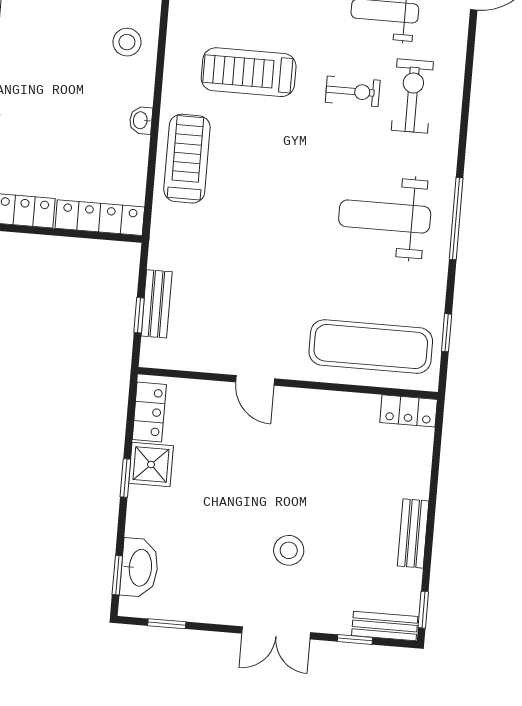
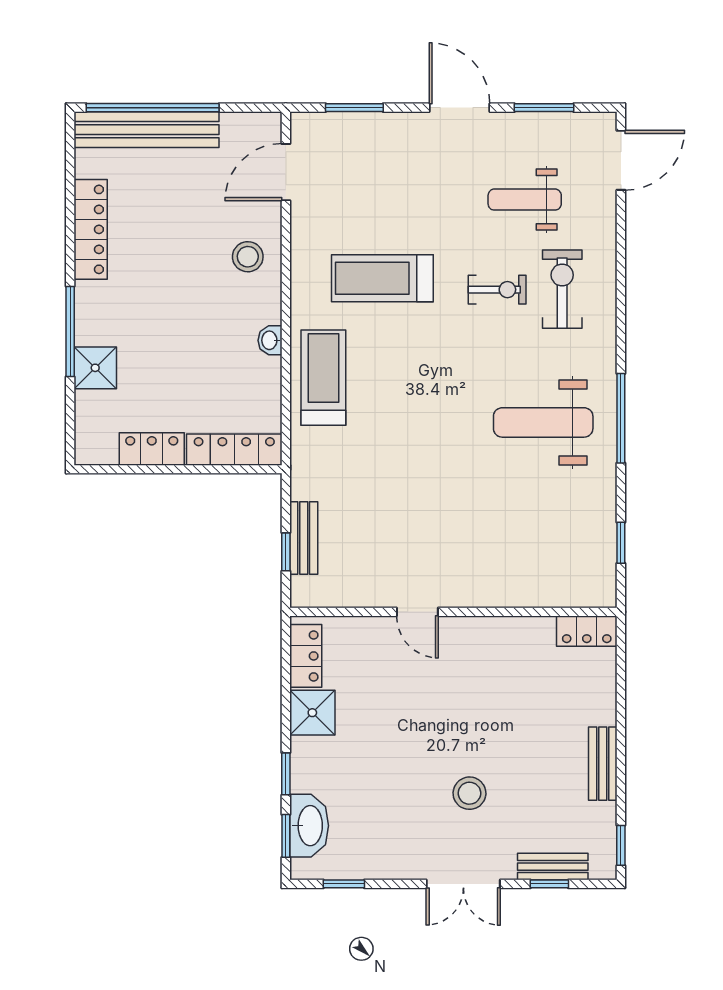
exercise mat: (371, 347) -> (540, 565), removed
window: (125, 478) -> (286, 774), moved
bench: (385, 626) -> (553, 867), moved

